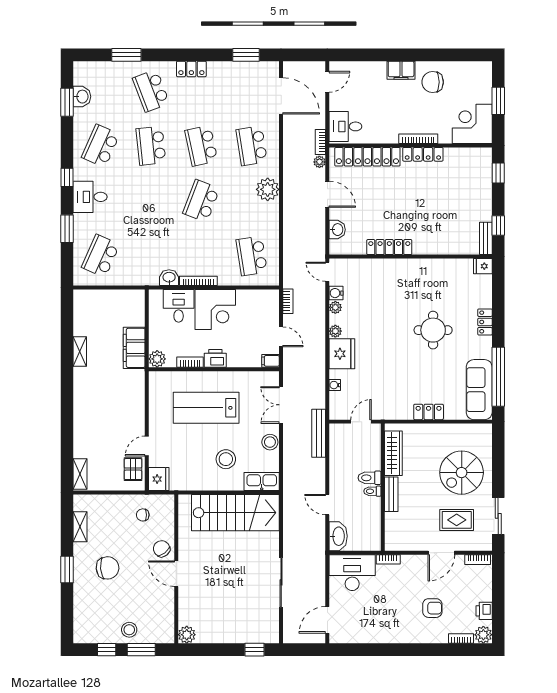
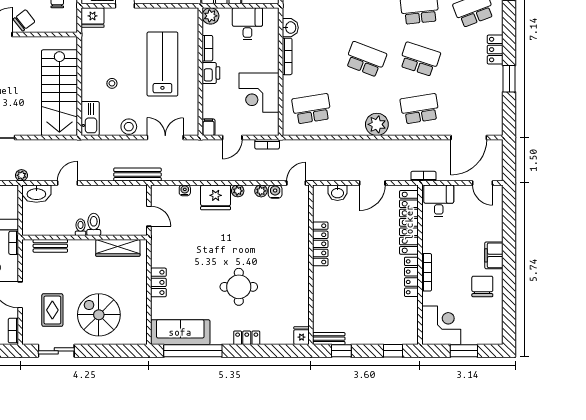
window: (246, 55) -> (509, 79), moved
school desk: (201, 146) -> (420, 59), turned 30
plant: (319, 162) -> (21, 175), moved
desk: (179, 306) -> (247, 24), moved, turned -90
corner desk: (215, 309) -> (259, 93), moved
stool: (226, 459) -> (112, 83), width x0.53, depth x0.53
bench: (391, 494) -> (50, 246), moved

